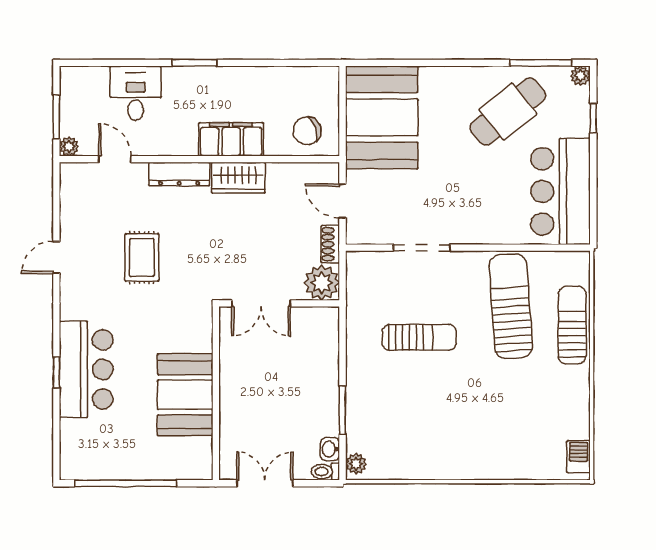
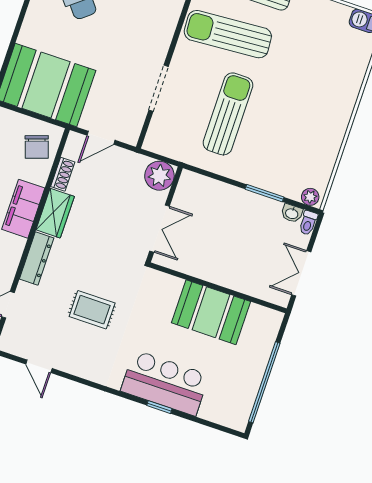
shoe rack: (330, 244) -> (63, 174), moved, turned -90
door: (56, 257) -> (39, 366), moved
sun lounger: (419, 337) -> (228, 114), width x1.36, depth x1.34

